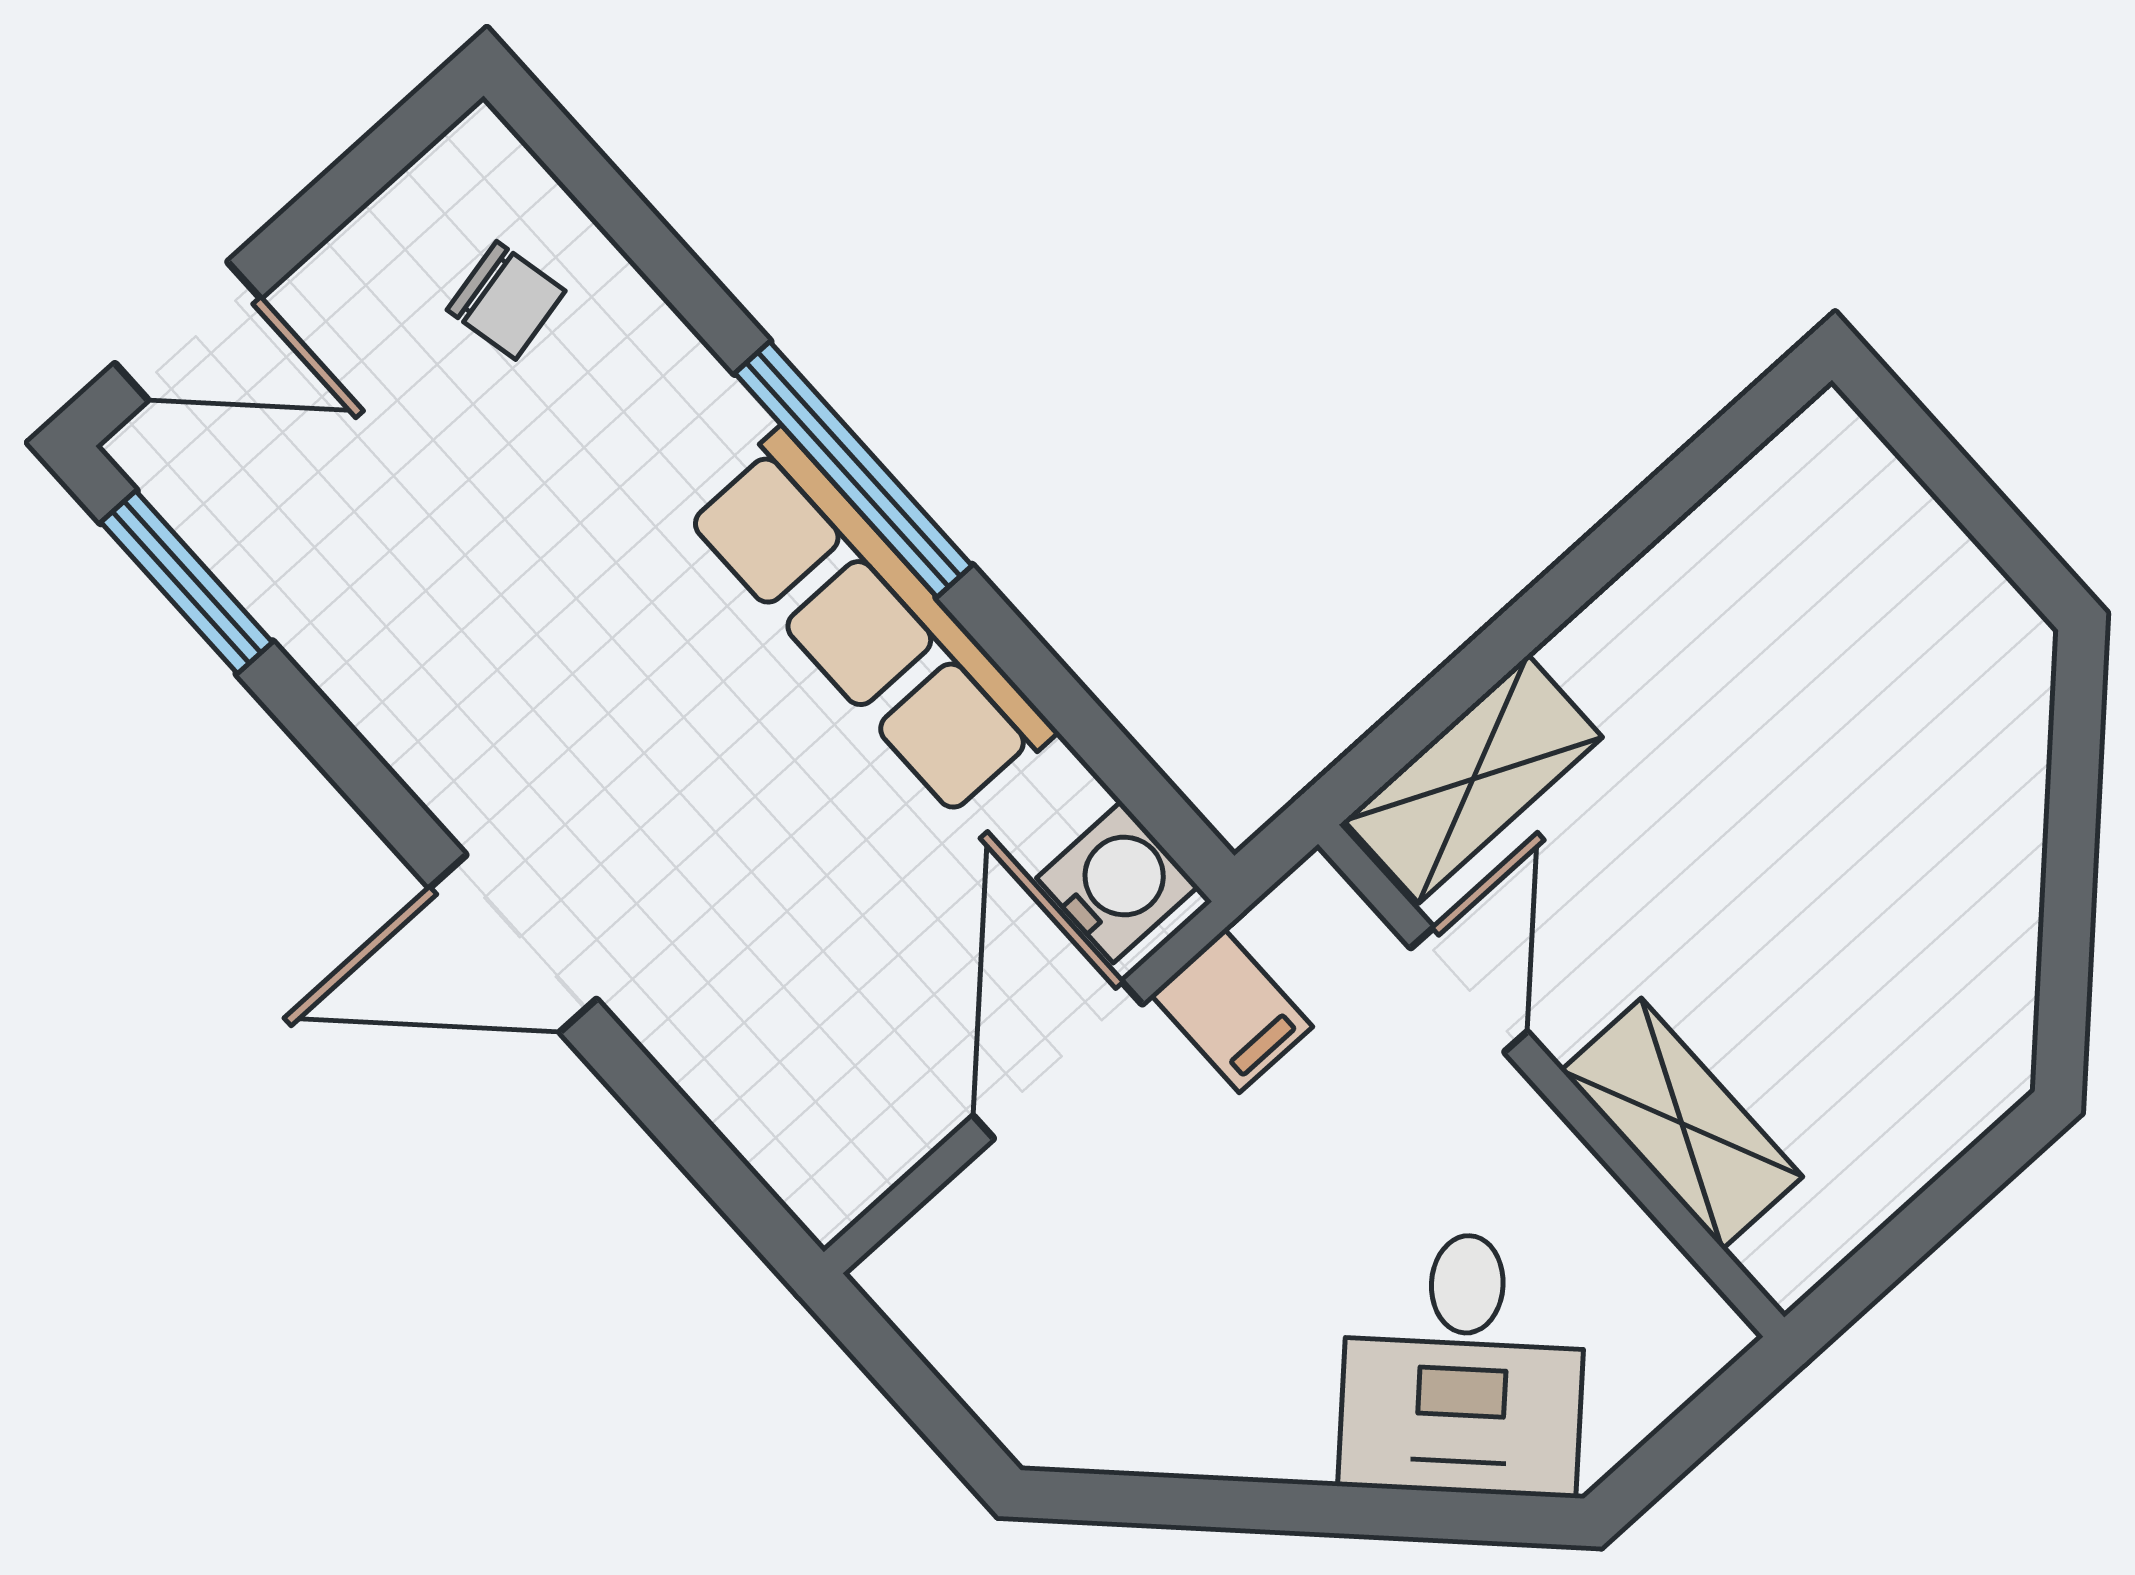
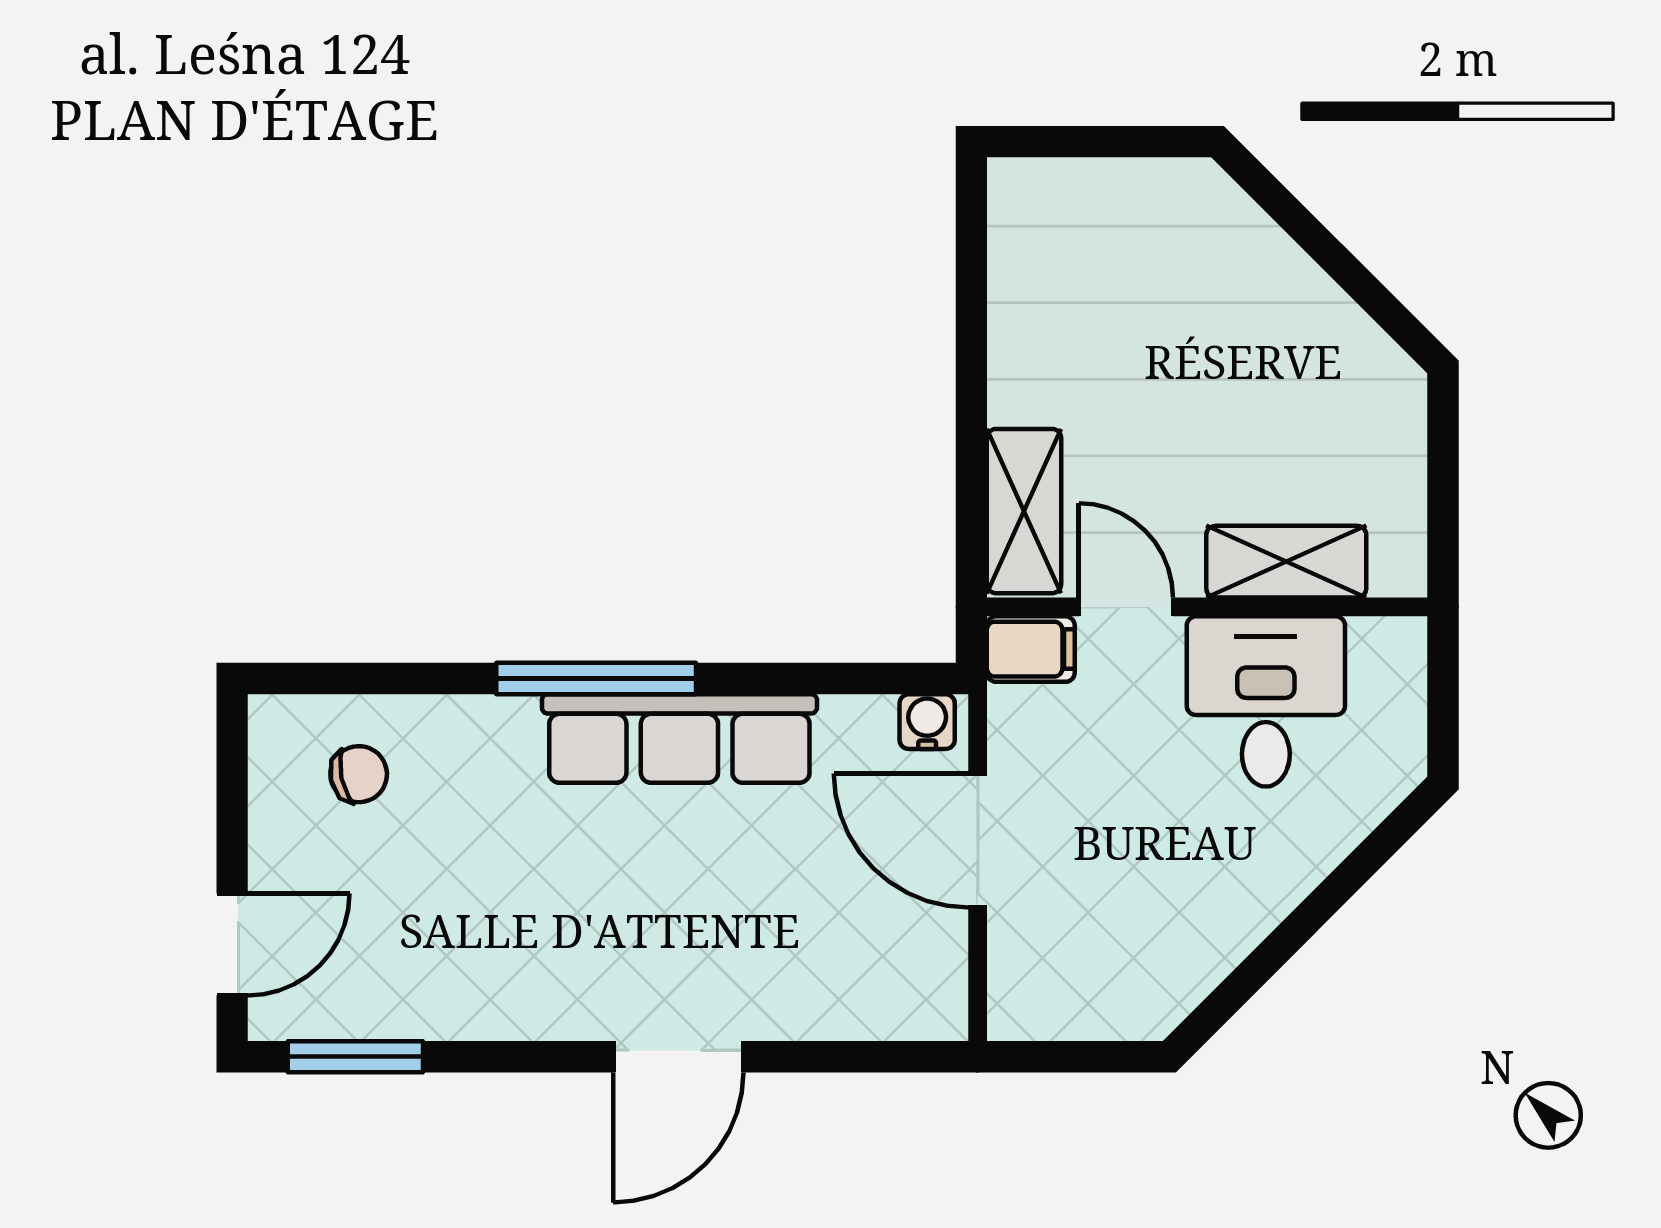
water cooler: (1117, 882) -> (927, 722), width x0.72, depth x0.72
filing cabinet: (1232, 1011) -> (1031, 649), moved
desk: (1463, 1364) -> (1266, 701), moved, turned -135

